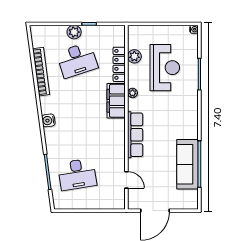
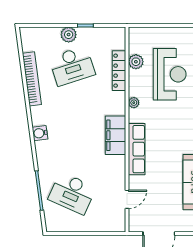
filing cabinet: (116, 101) -> (115, 135), moved
desk: (77, 174) -> (72, 193), turned 33
door: (126, 180) -> (127, 199), hinge flipped

